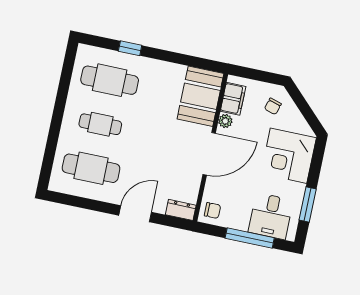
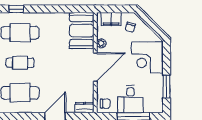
window: (130, 48) -> (16, 9), moved
filing cabinet: (233, 99) -> (111, 19), moved, turned 90
desk: (271, 216) -> (130, 99), moved

